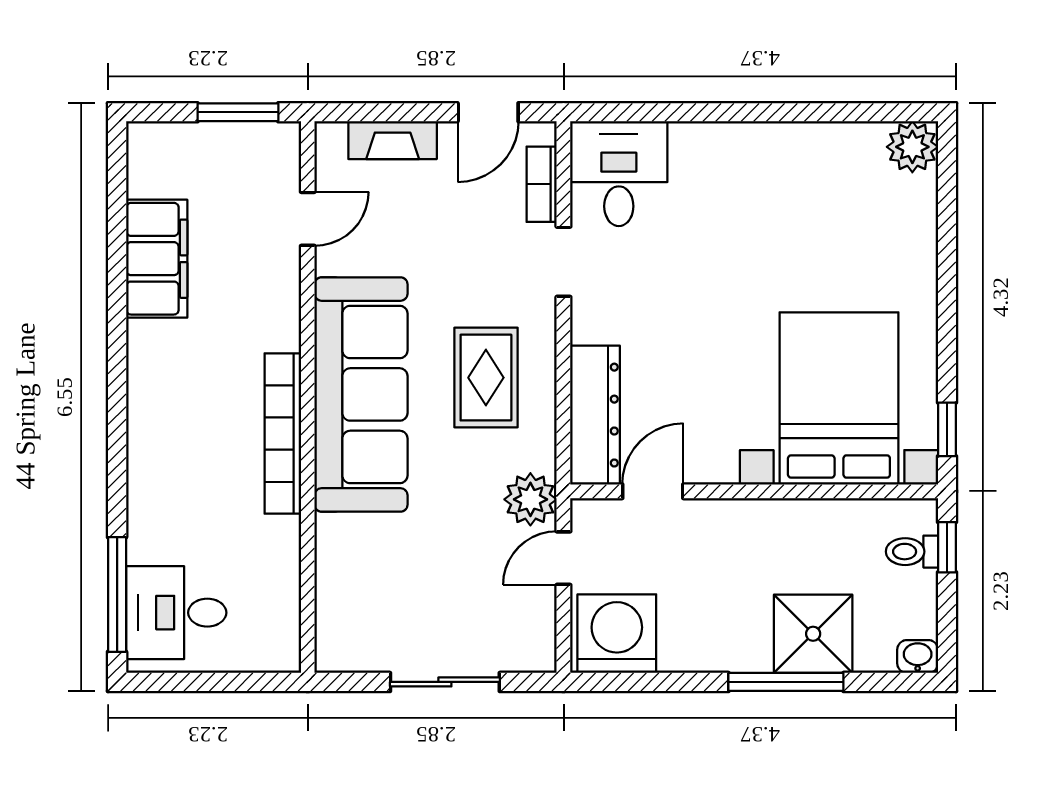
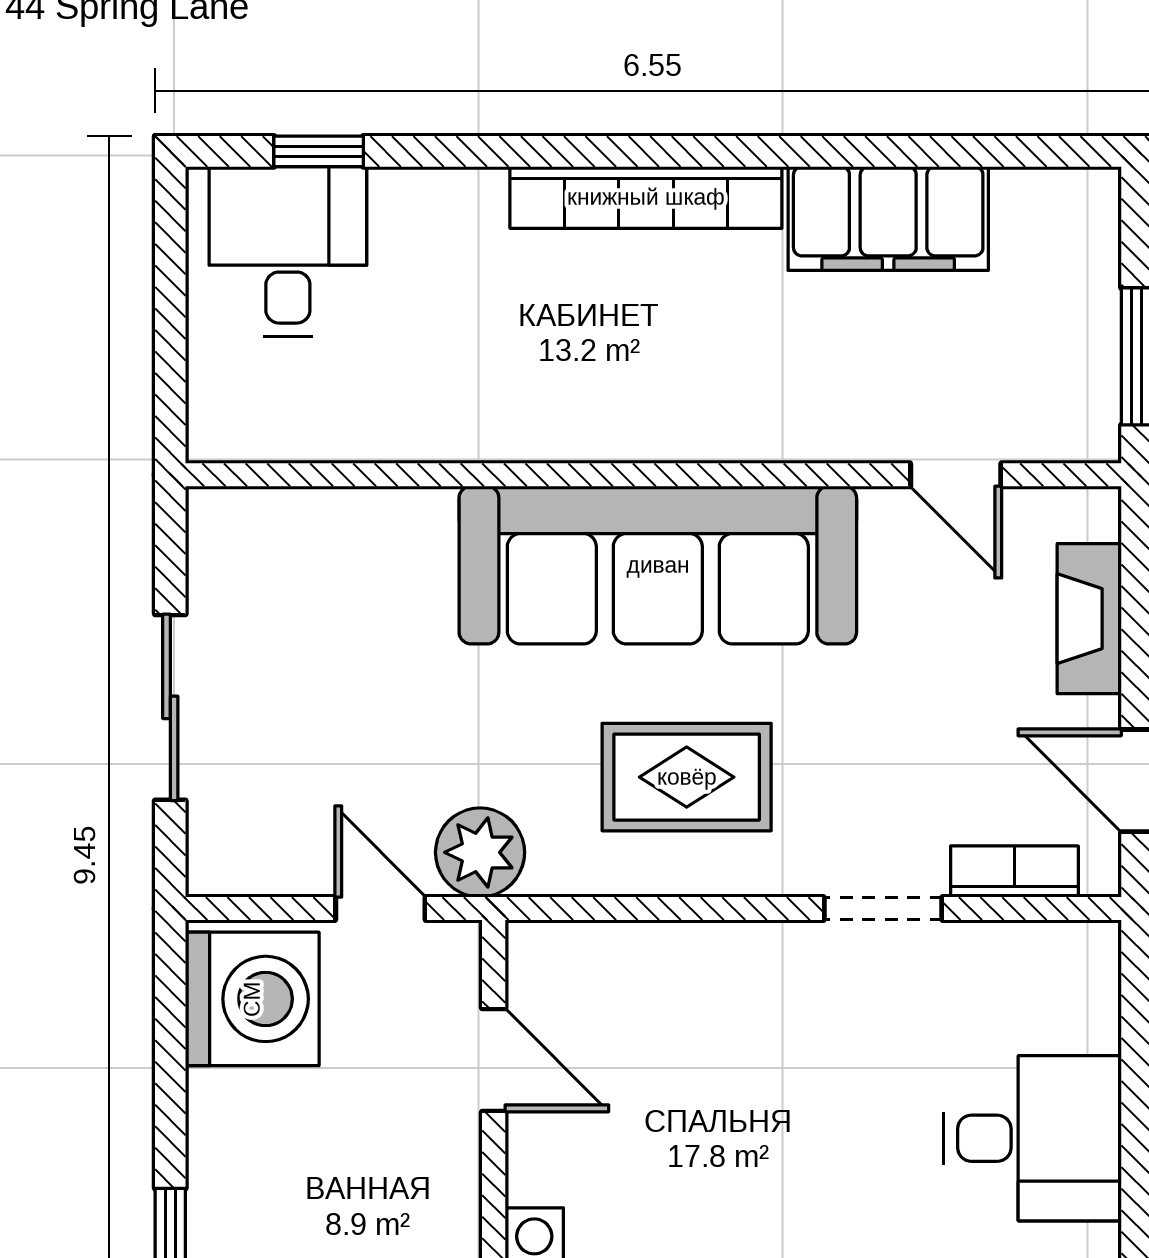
desk: (619, 174) -> (1032, 1138), moved
dresser: (595, 415) -> (623, 962), removed
bookcase: (283, 433) -> (646, 197), moved, turned 180
window: (117, 594) -> (319, 151), width x0.46

